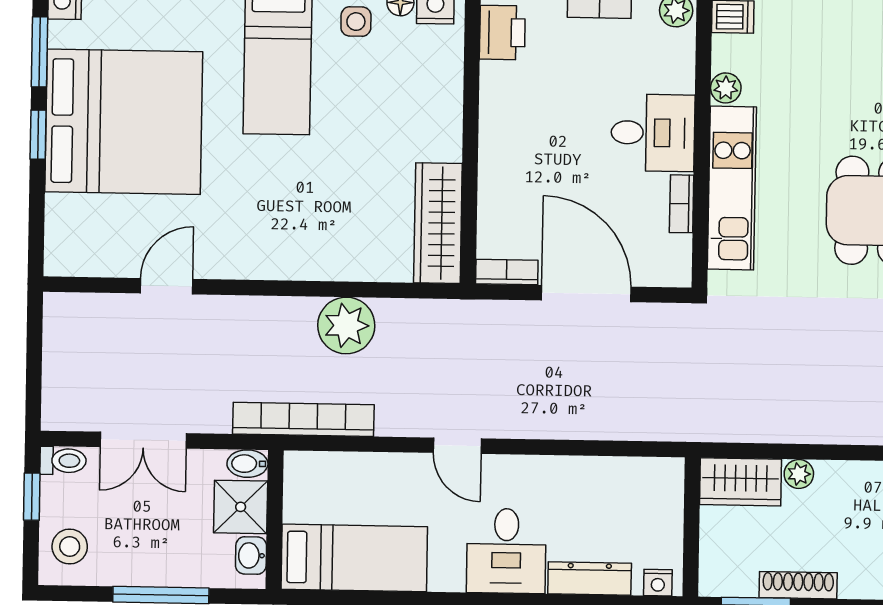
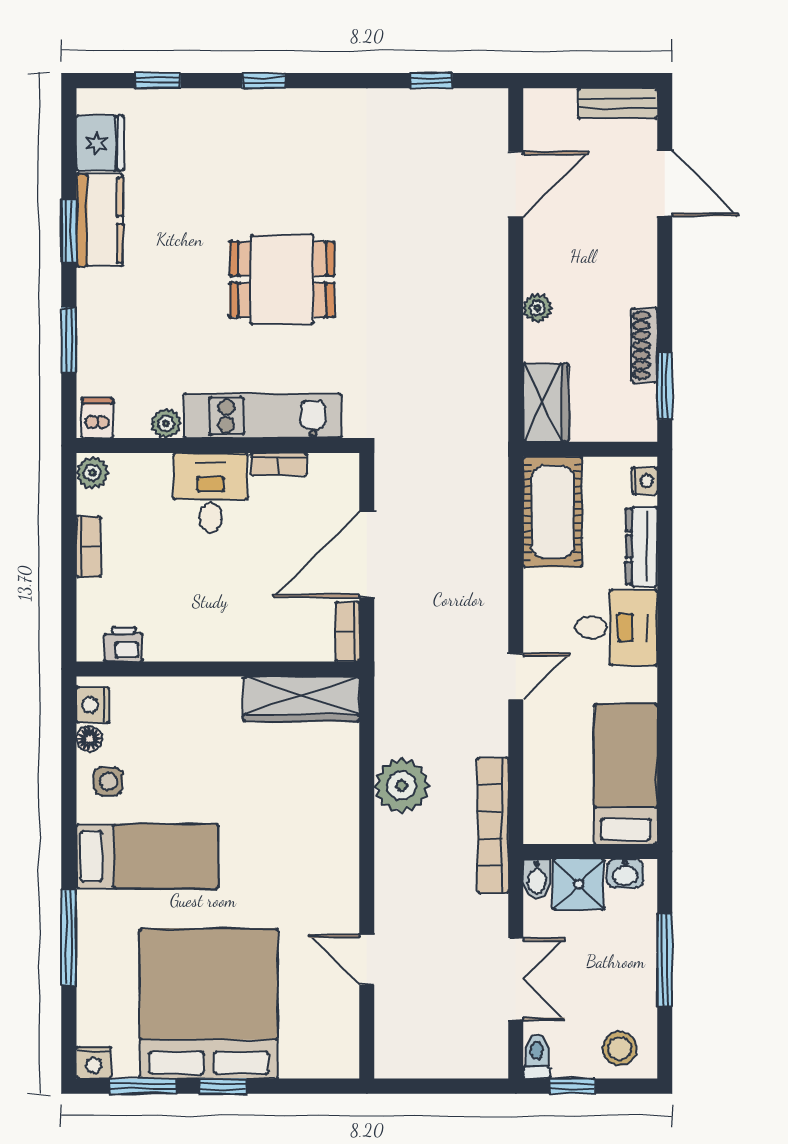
printer: (502, 32) -> (123, 644), width x0.73, depth x0.81
plant: (799, 474) -> (537, 308), moved
cot: (627, 487) -> (553, 512), added

